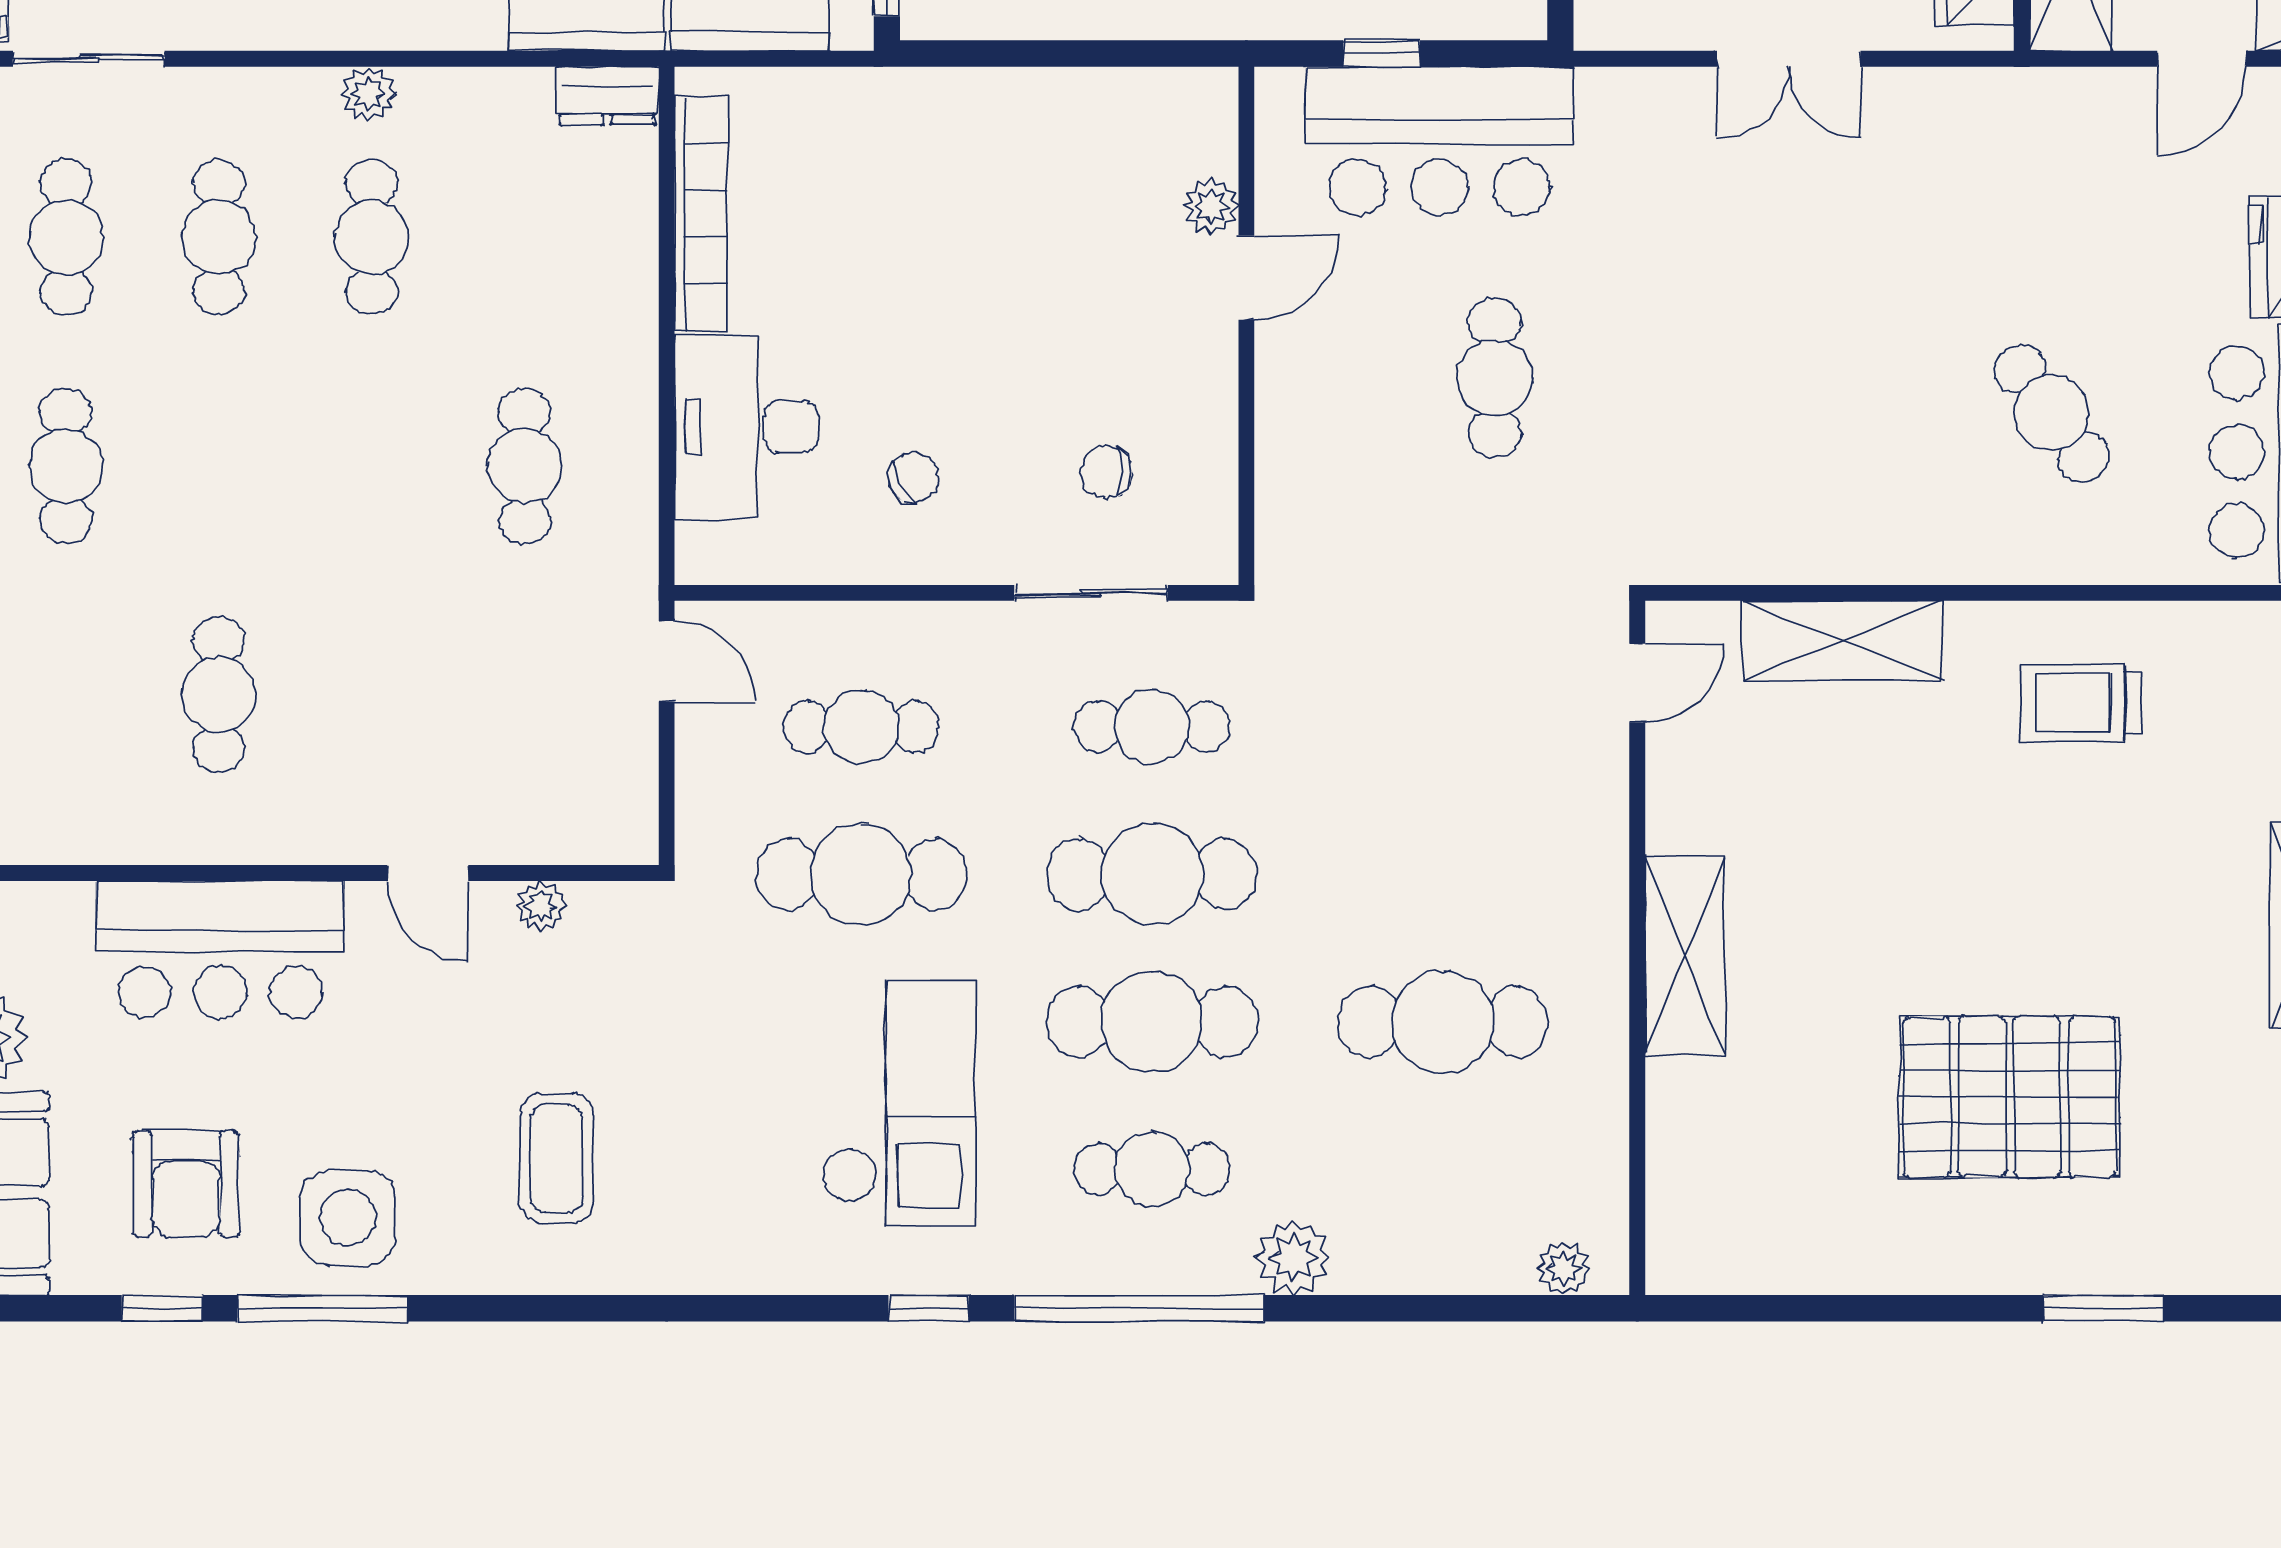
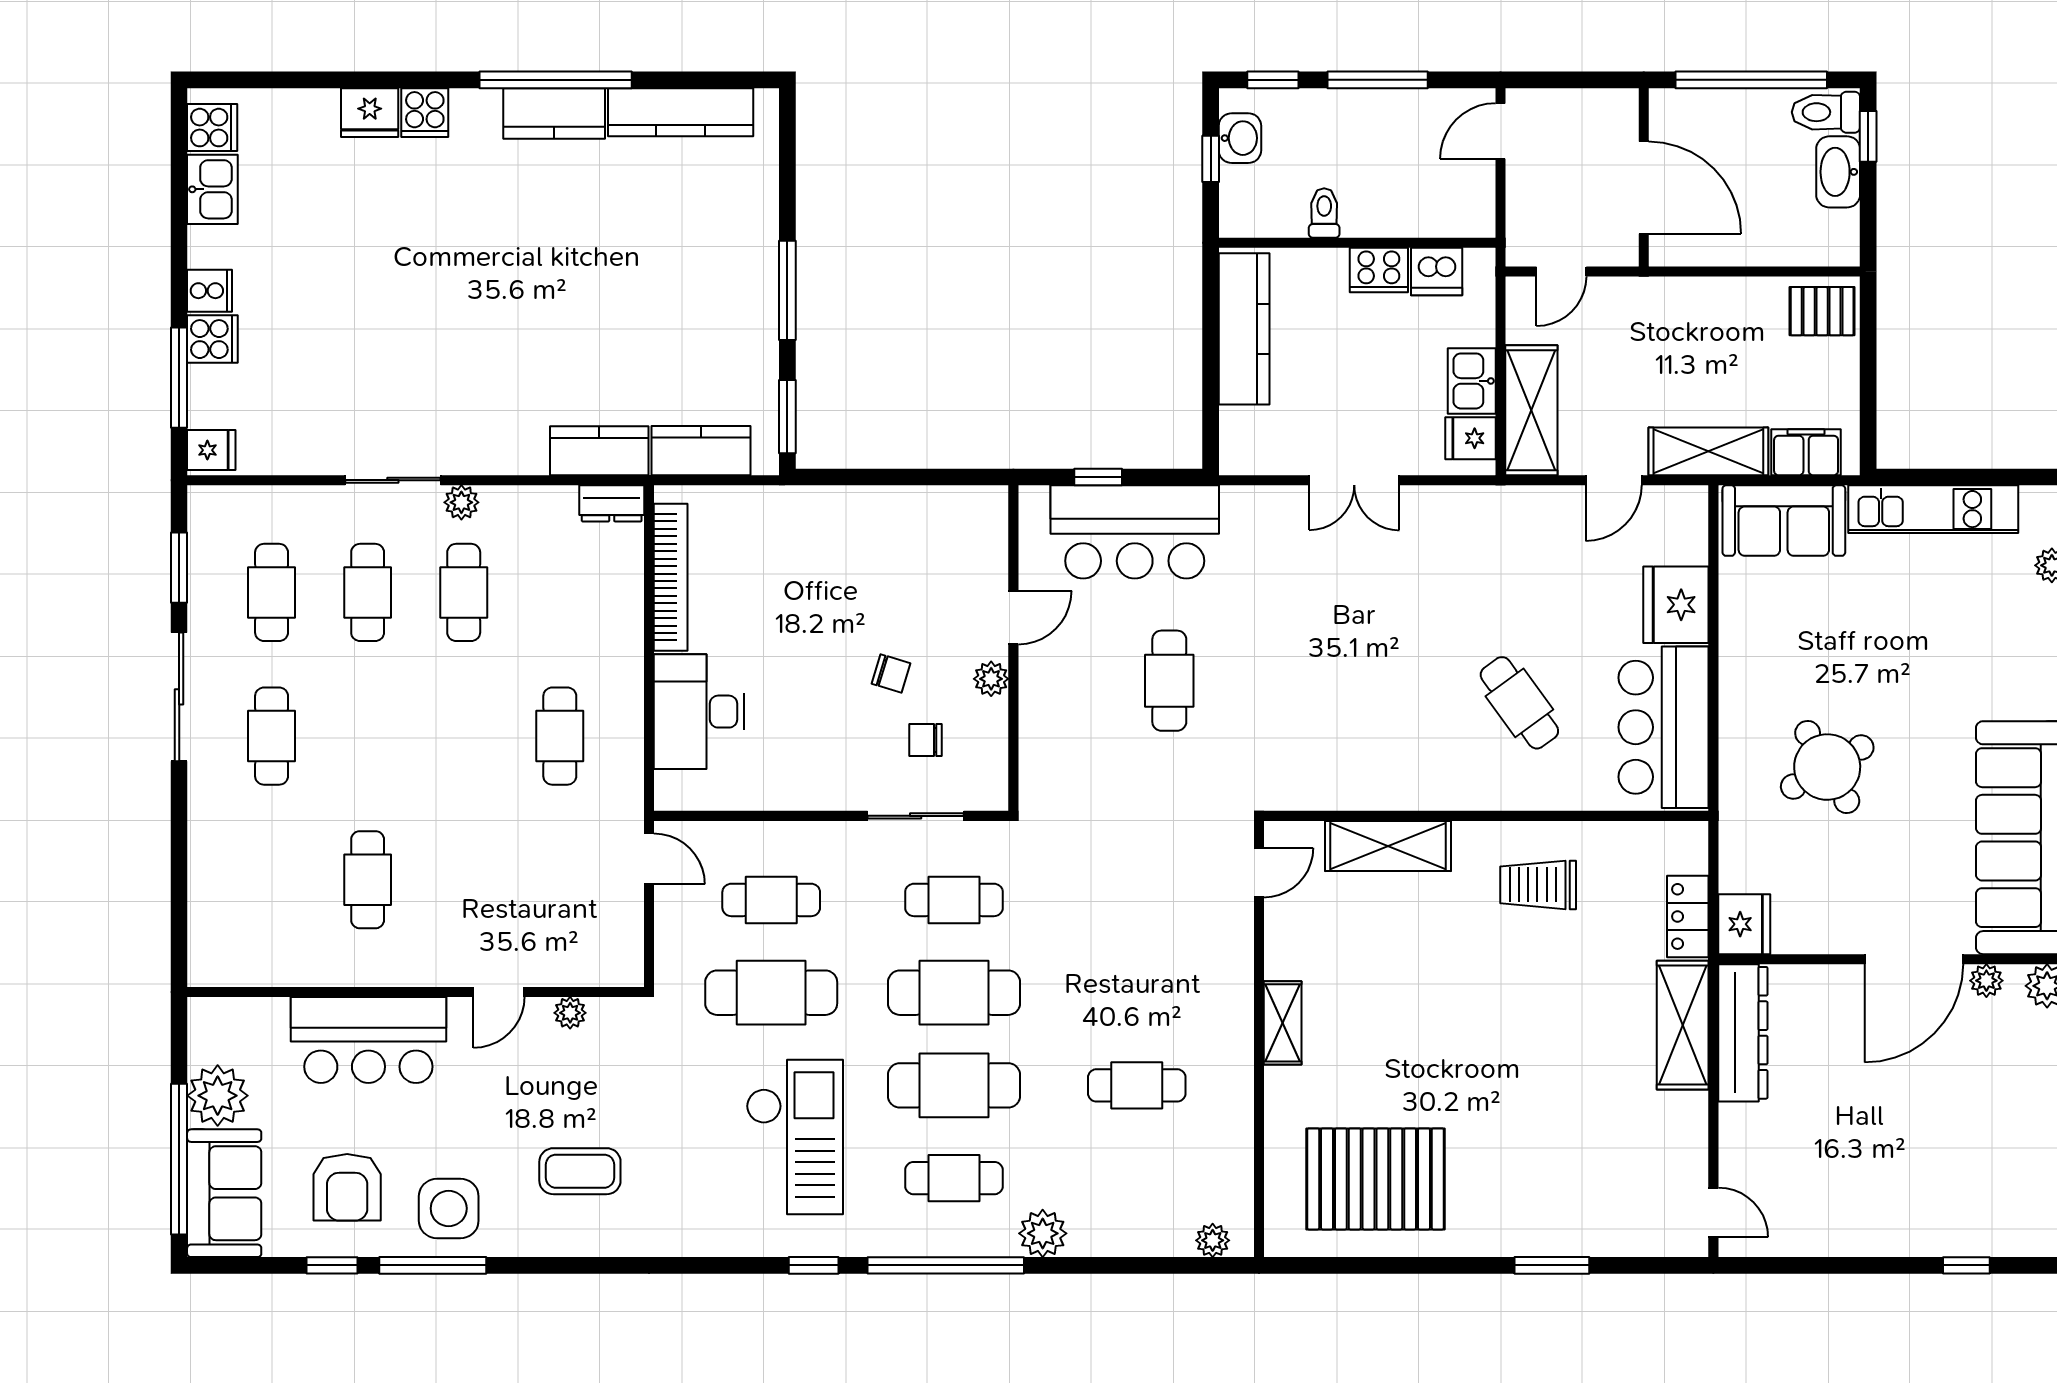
sliding door: (89, 59) -> (393, 480), moved
plant: (1211, 206) -> (991, 679), moved
chair: (913, 477) -> (891, 673), moved, turned 46
door: (428, 873) -> (499, 992), hinge flipped
shelving: (1685, 955) -> (1283, 1023), width x0.67, depth x0.75
cafe table: (1443, 1022) -> (1137, 1085), width x0.73, depth x0.74
pallet: (2010, 1097) -> (1375, 1179), moved
coffee table: (557, 1158) -> (580, 1171), turned 90

